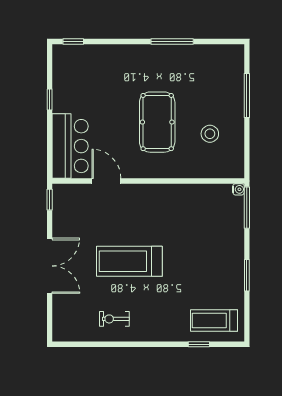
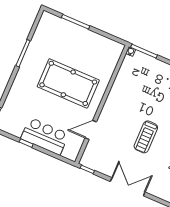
pool table: (157, 122) -> (68, 83), width x1.36, depth x1.32
stool: (210, 134) -> (89, 54), removed
bar counter: (70, 146) -> (45, 136), moved
treadmill: (129, 261) -> (146, 137), width x0.73, depth x0.73

